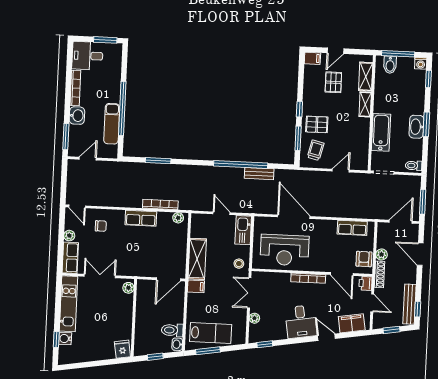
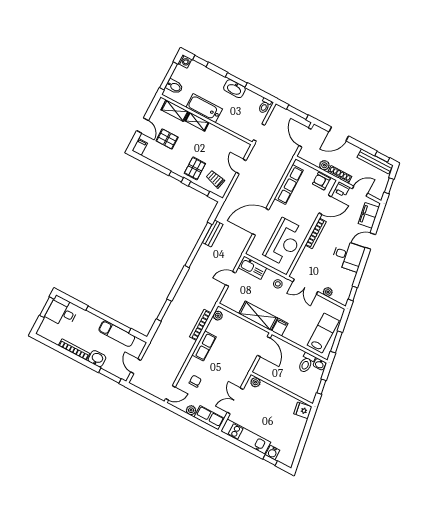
desk: (87, 56) -> (62, 312), moved, turned 90
bathtub: (381, 132) -> (204, 108), moved
row of seats: (352, 228) -> (289, 184), width x1.48

